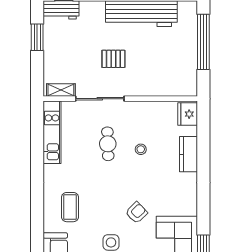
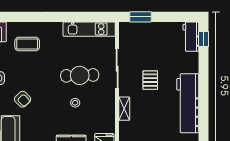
window: (37, 37) -> (141, 17), moved
shelving: (61, 90) -> (124, 109), moved
cafe table: (108, 144) -> (80, 75), width x1.37, depth x1.35

